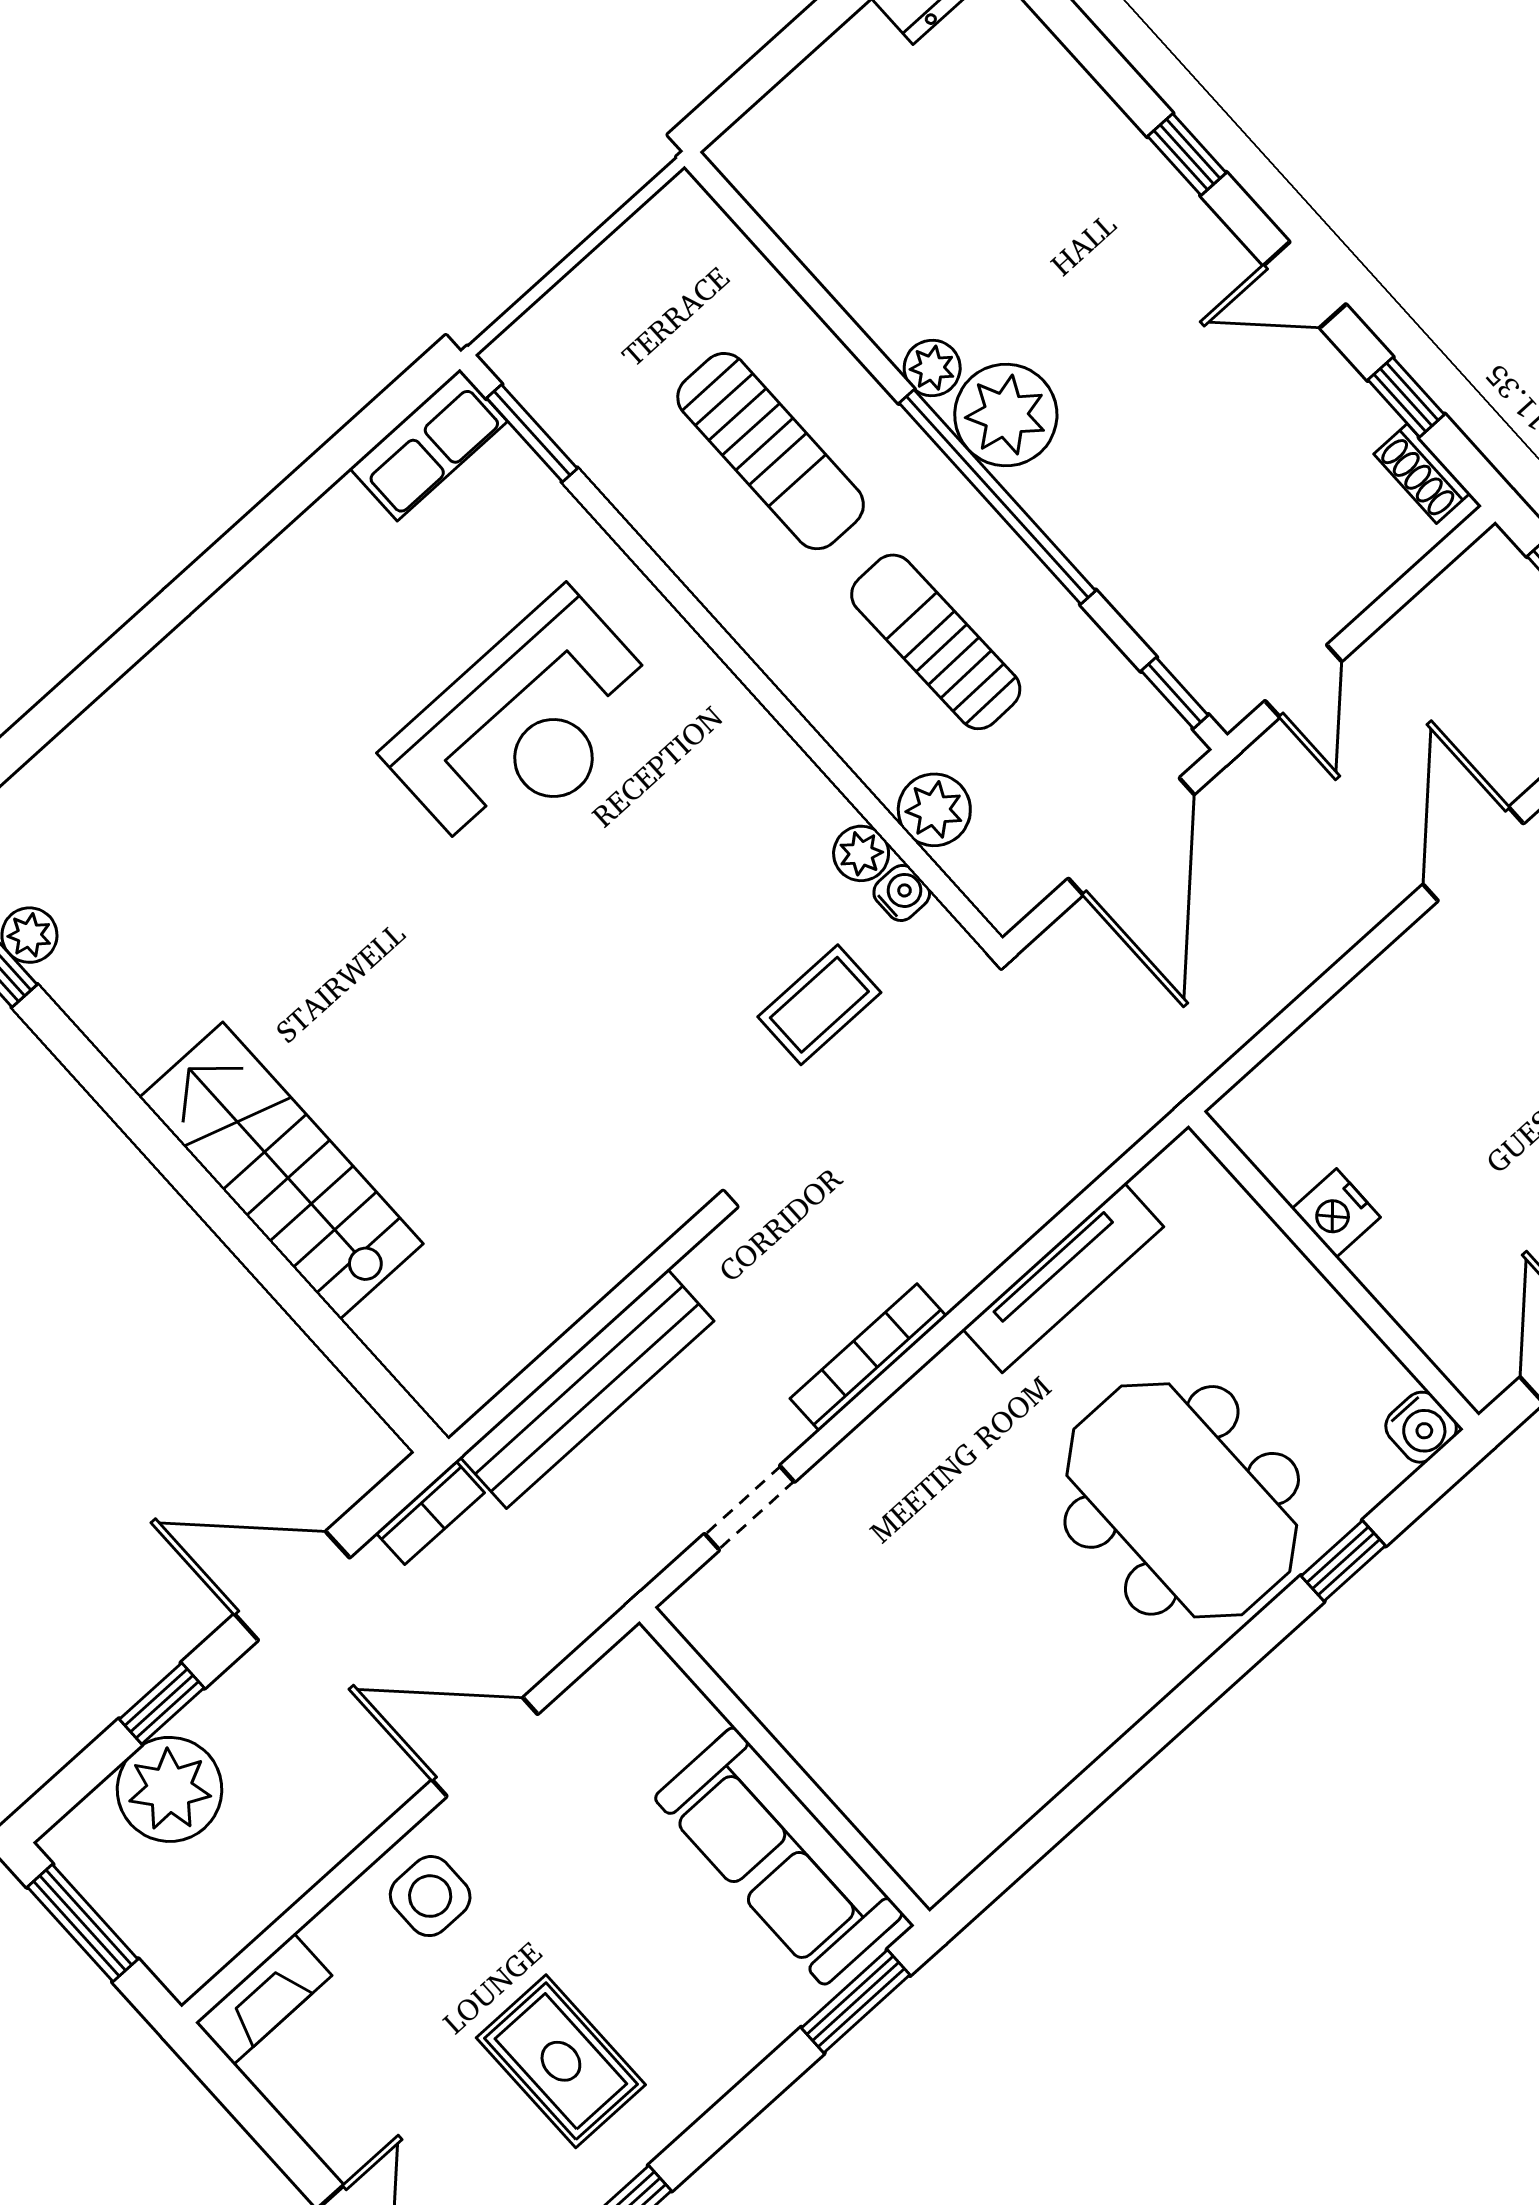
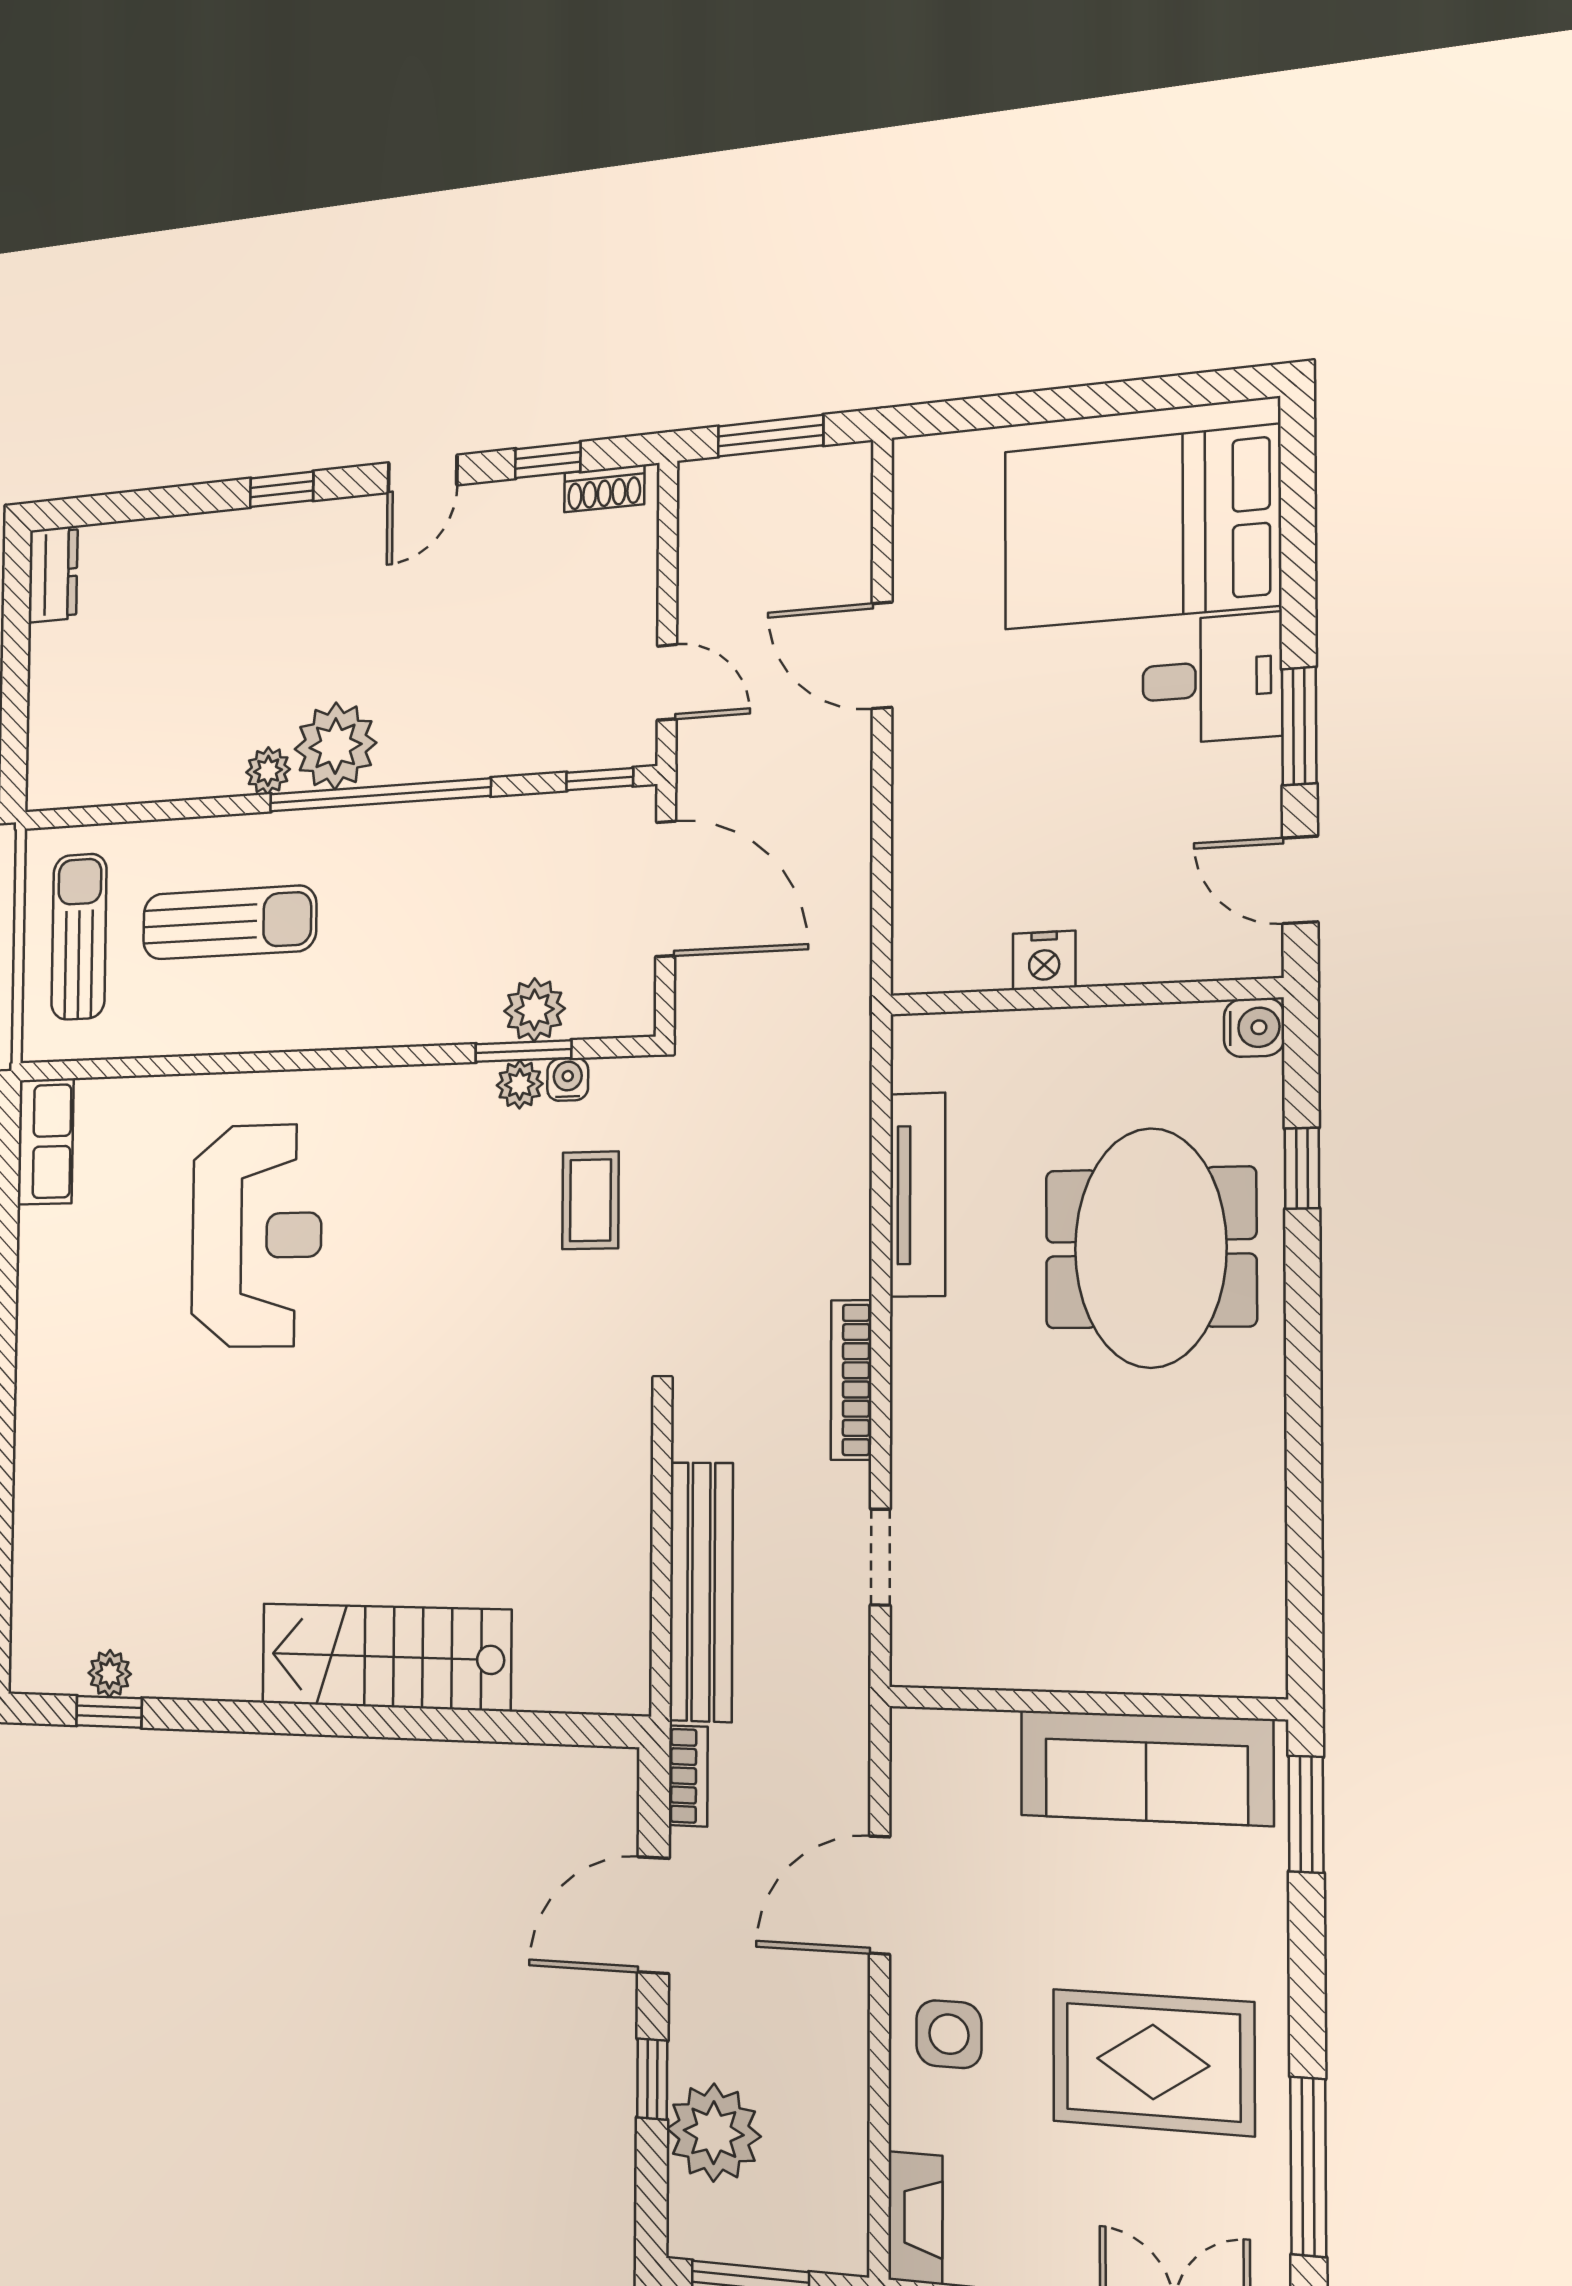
window: (532, 433) -> (523, 1051), moved
sun lounger: (936, 642) -> (79, 937), moved, turned 91
meeting table: (1182, 1500) -> (1150, 1248), turned 90
rug: (561, 2061) -> (1153, 2062), width x1.36, depth x1.43

